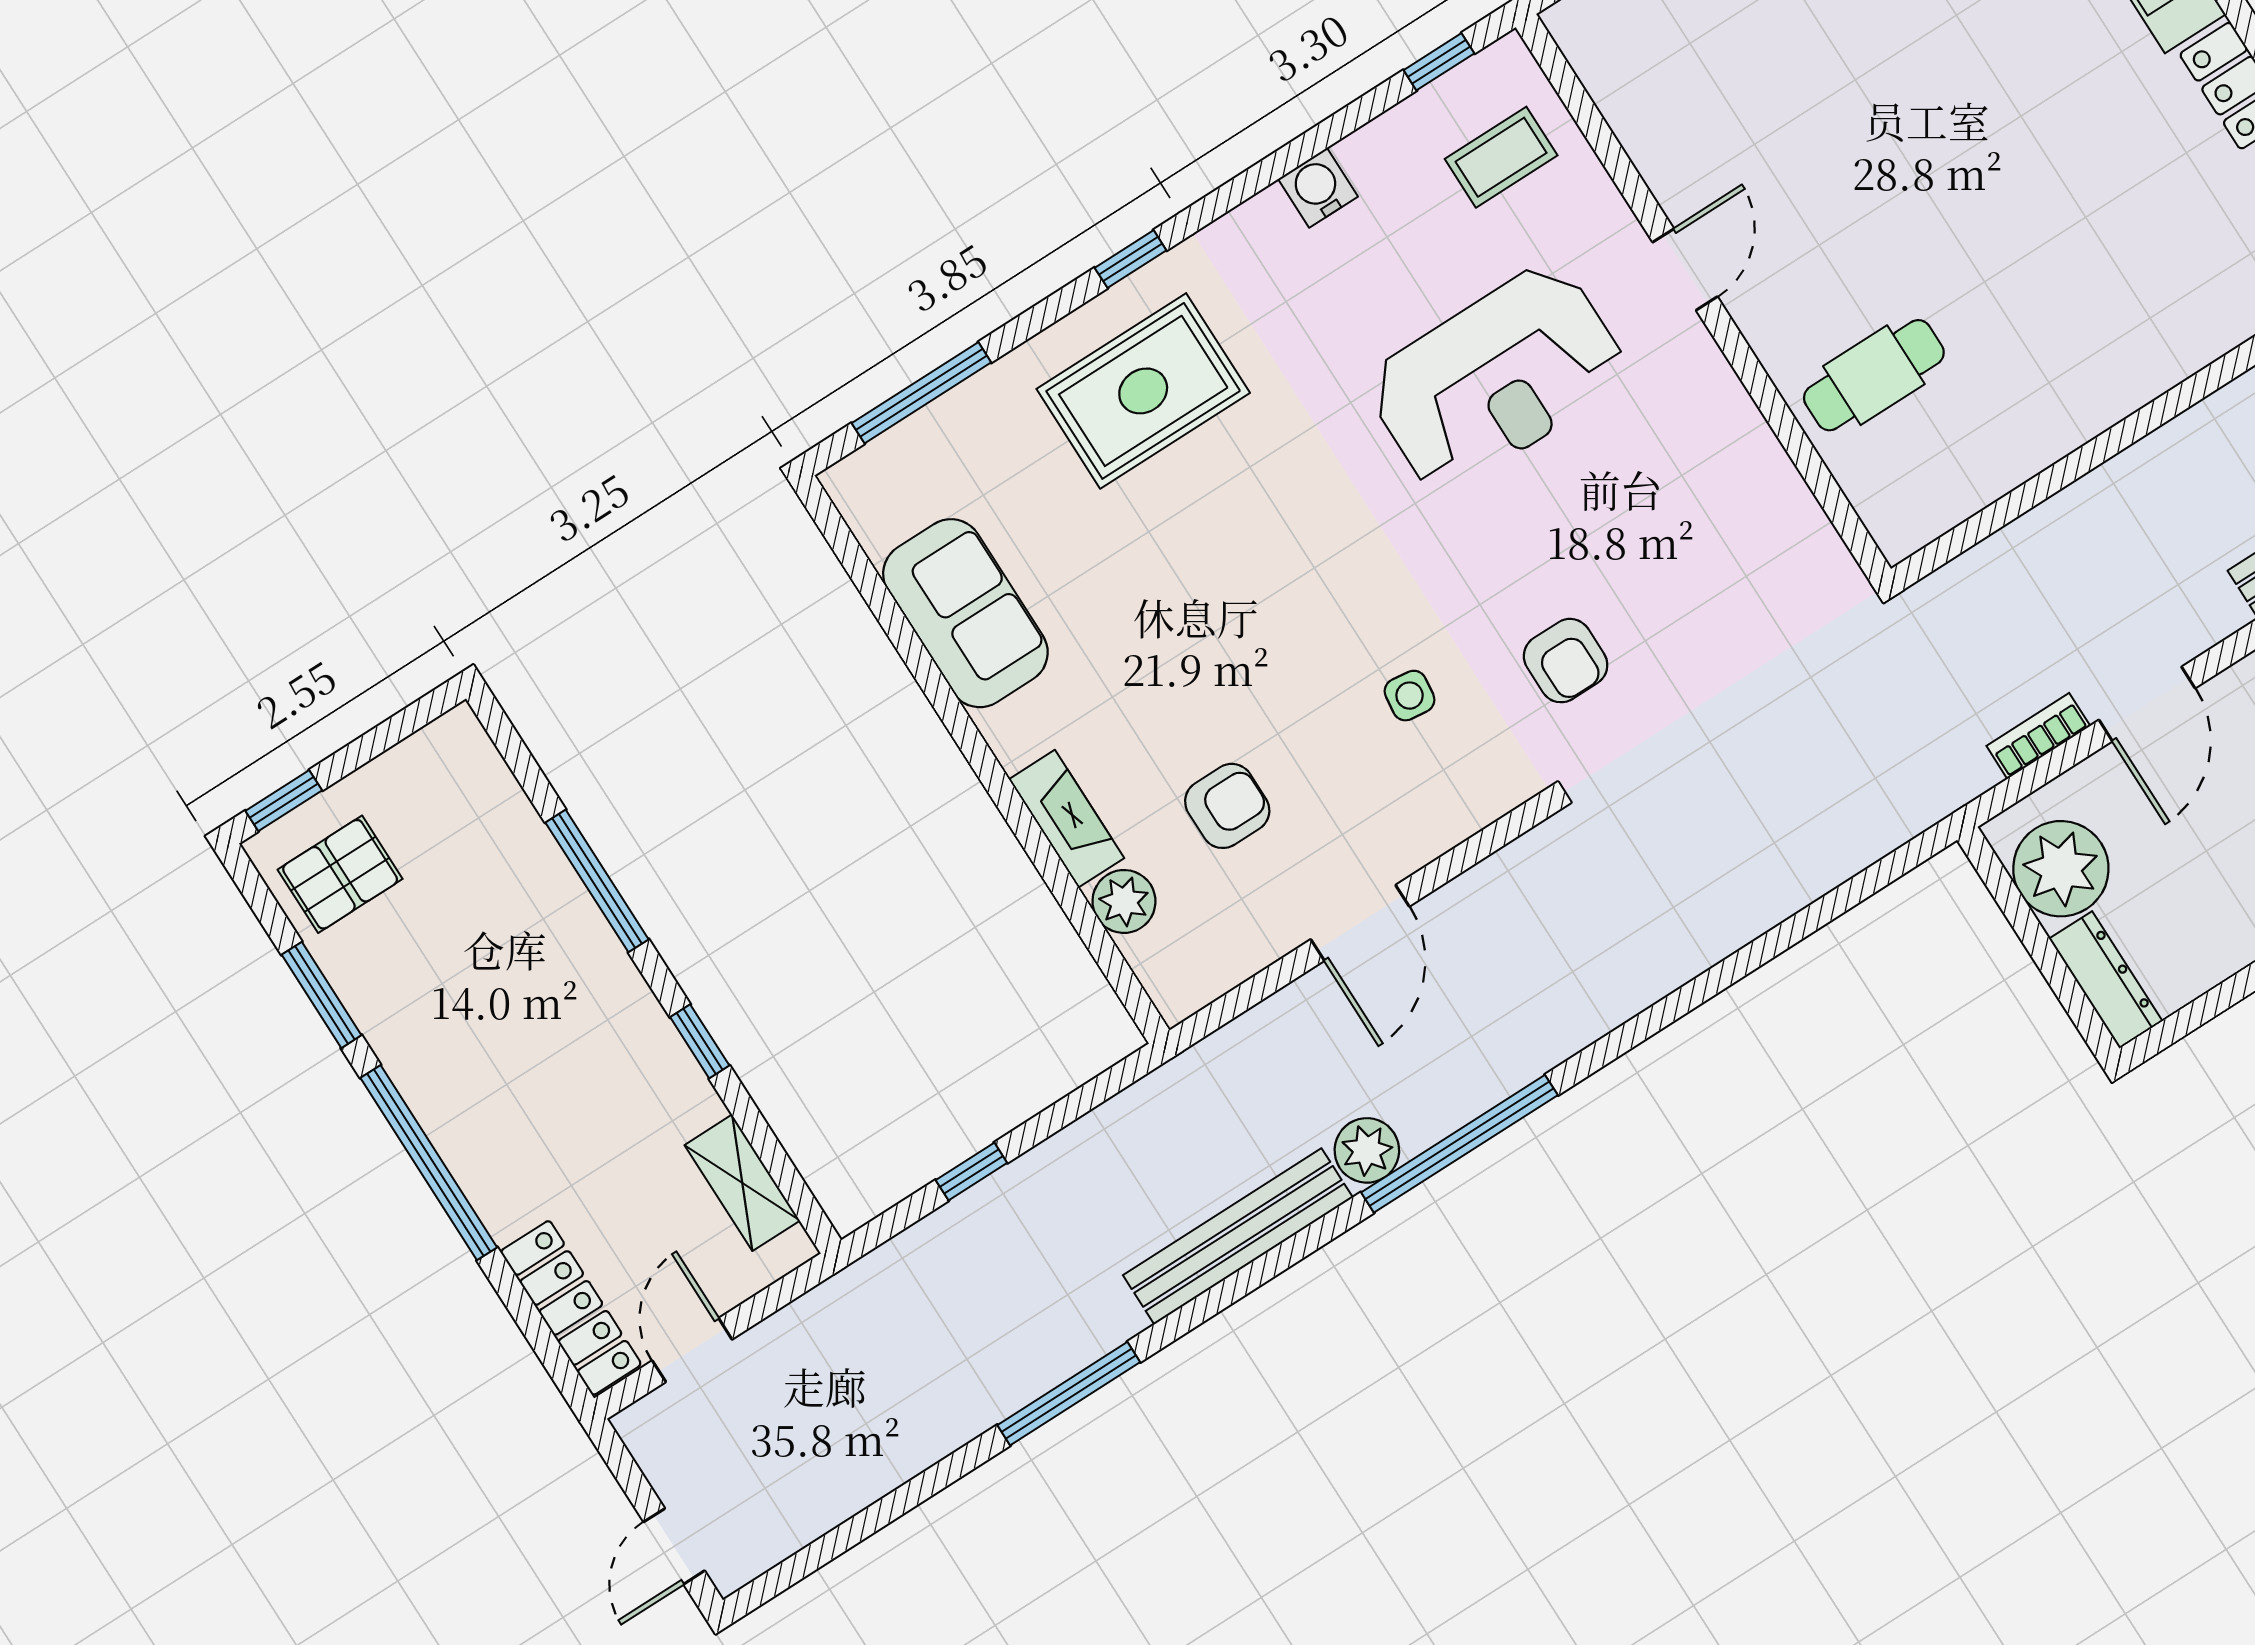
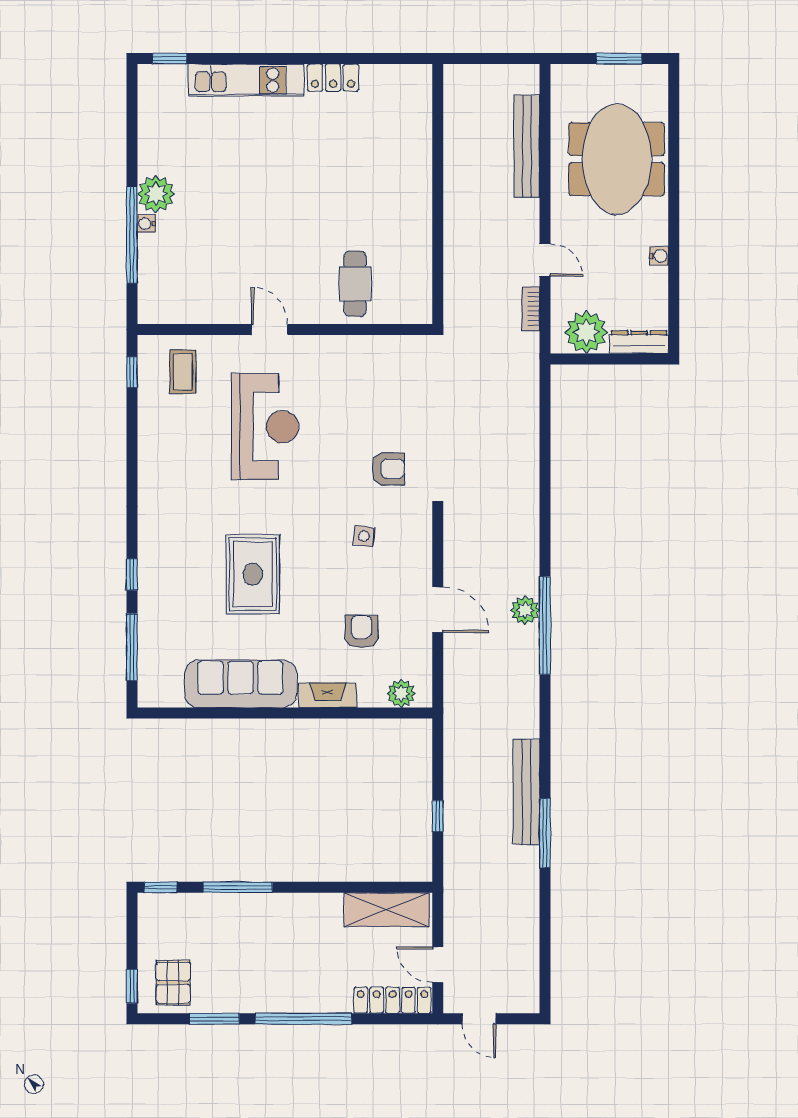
water cooler: (1318, 188) -> (150, 448), removed
window: (1131, 259) -> (132, 575), moved
rug: (1143, 391) -> (253, 574), moved
sofa: (965, 613) -> (241, 684), width x1.36
door: (2147, 704) -> (545, 260), width x0.73
plant: (1124, 901) -> (401, 694), moved
window: (700, 1041) -> (161, 887), moved
plant: (1367, 1150) -> (525, 610), moved
shelving: (742, 1183) -> (387, 910), width x1.50, depth x1.33
bench: (1238, 1236) -> (526, 792), moved
door: (674, 1546) -> (479, 1019), moved

